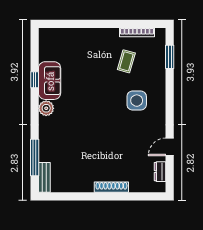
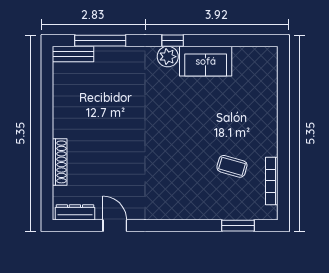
window: (35, 80) -> (173, 41), moved
side table: (137, 101) -> (178, 180), removed
dresser: (160, 172) -> (75, 212), width x1.44
shoe rack: (111, 187) -> (60, 162), moved

